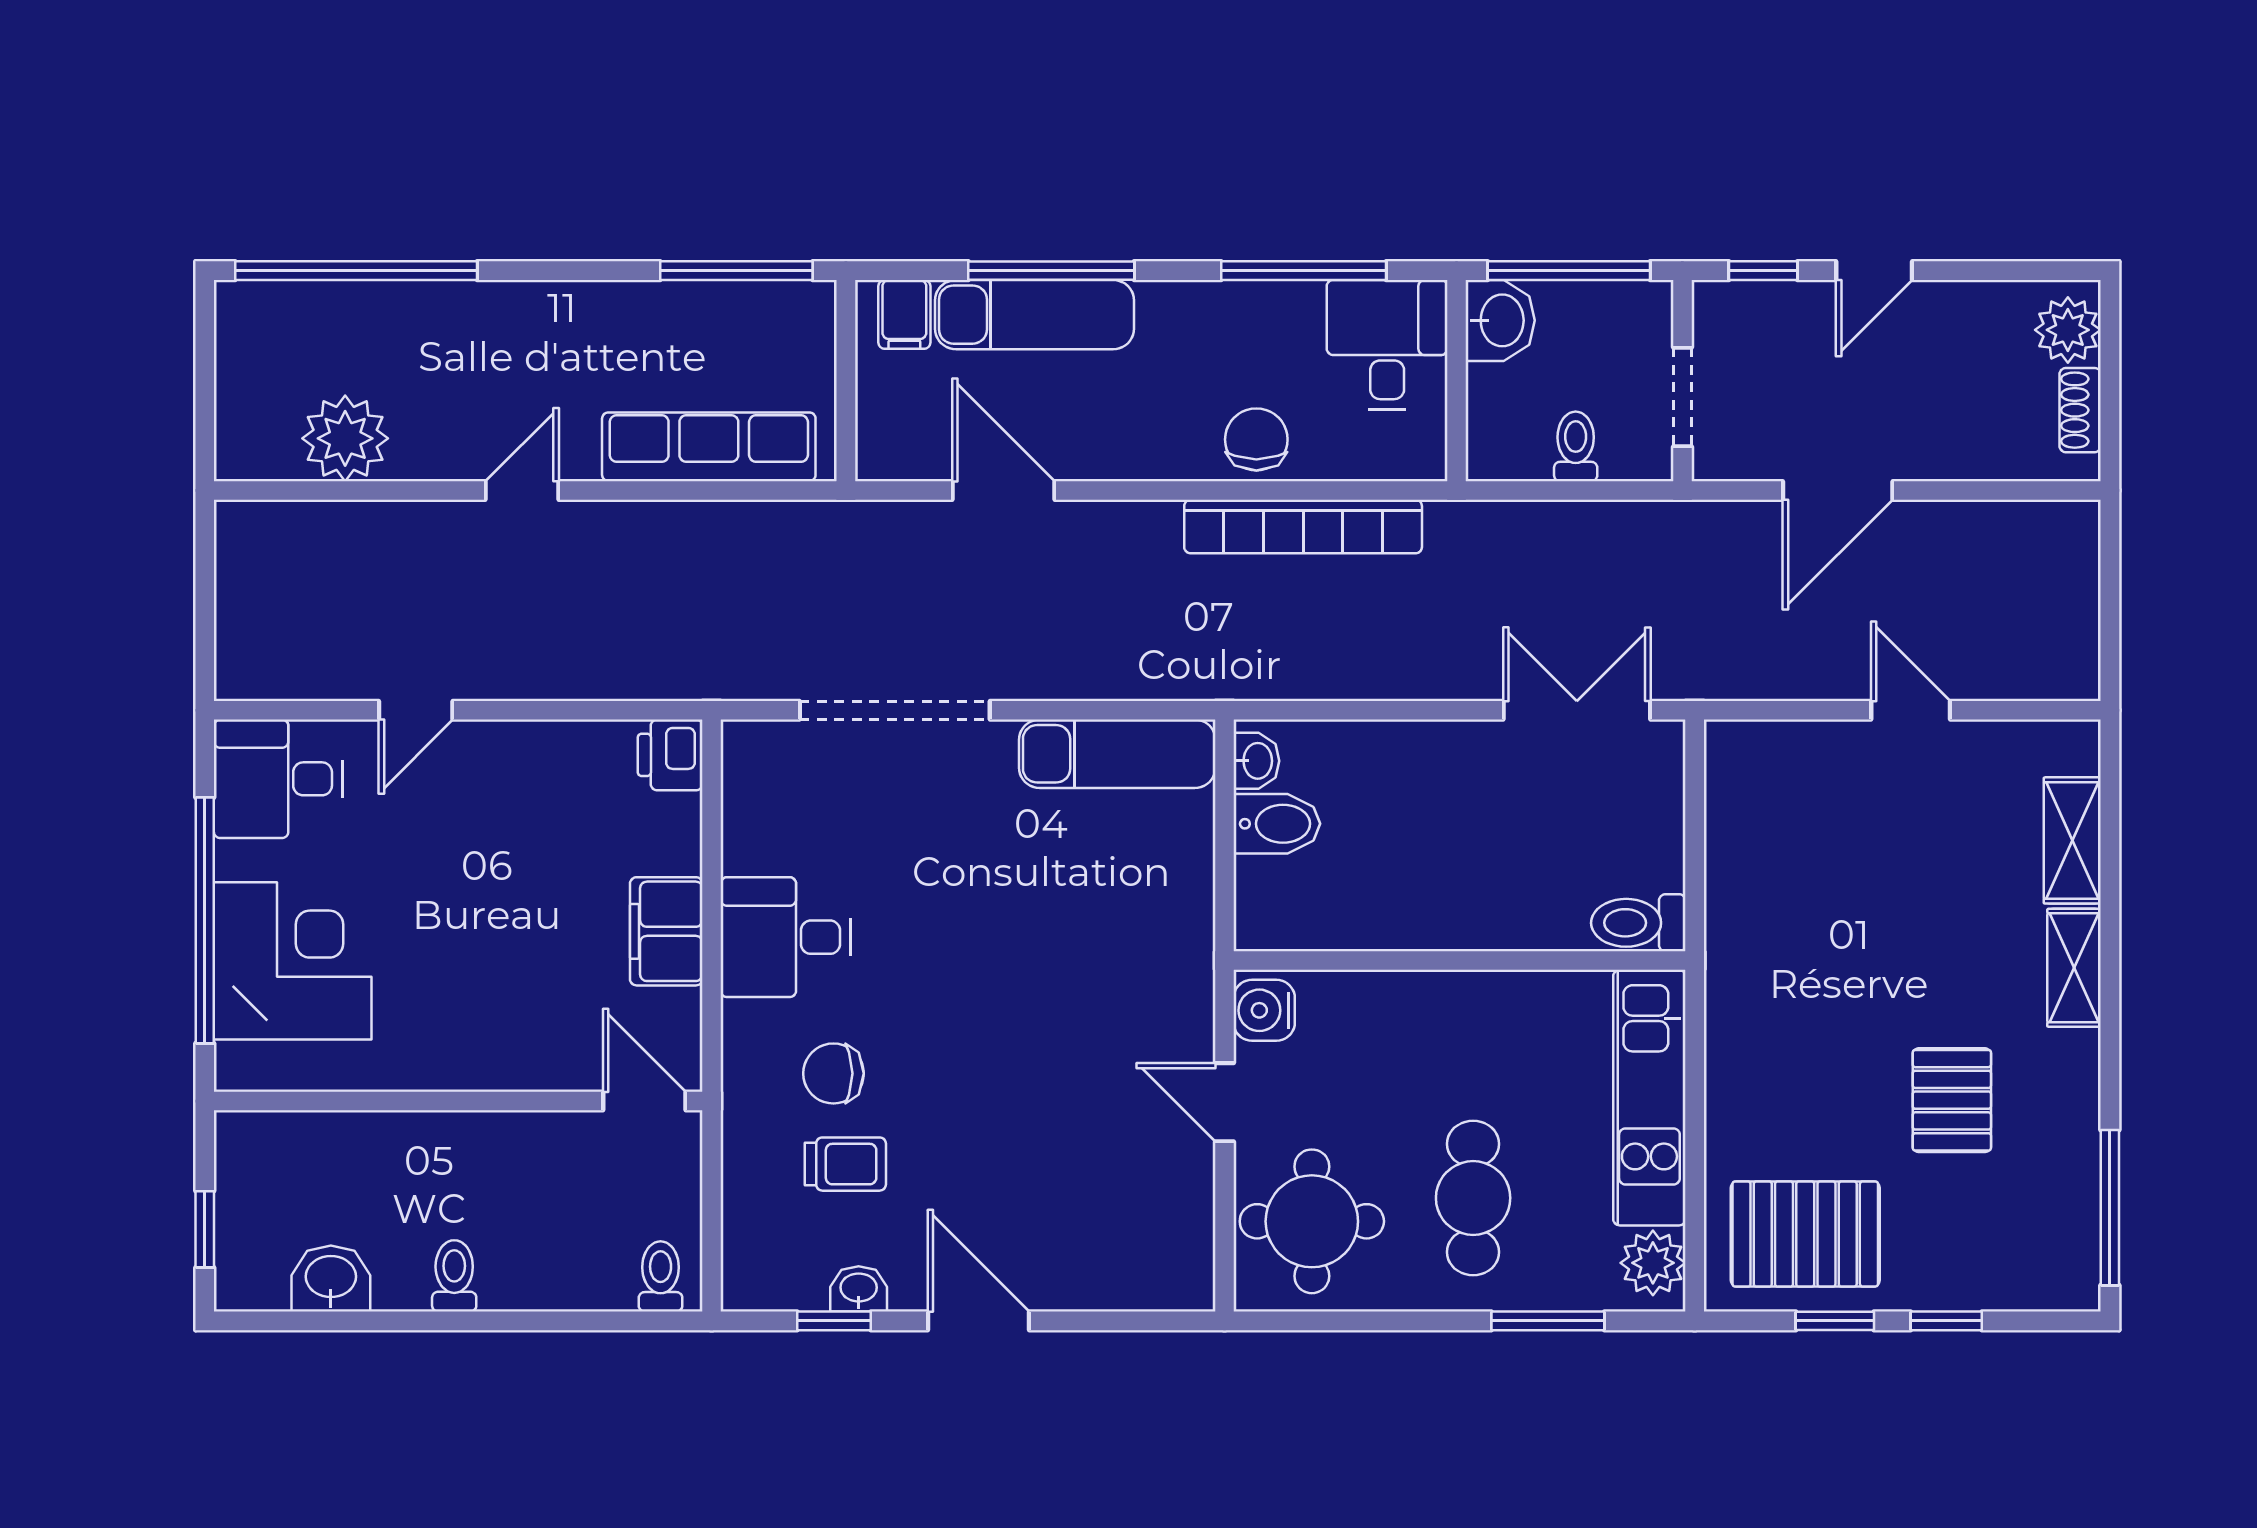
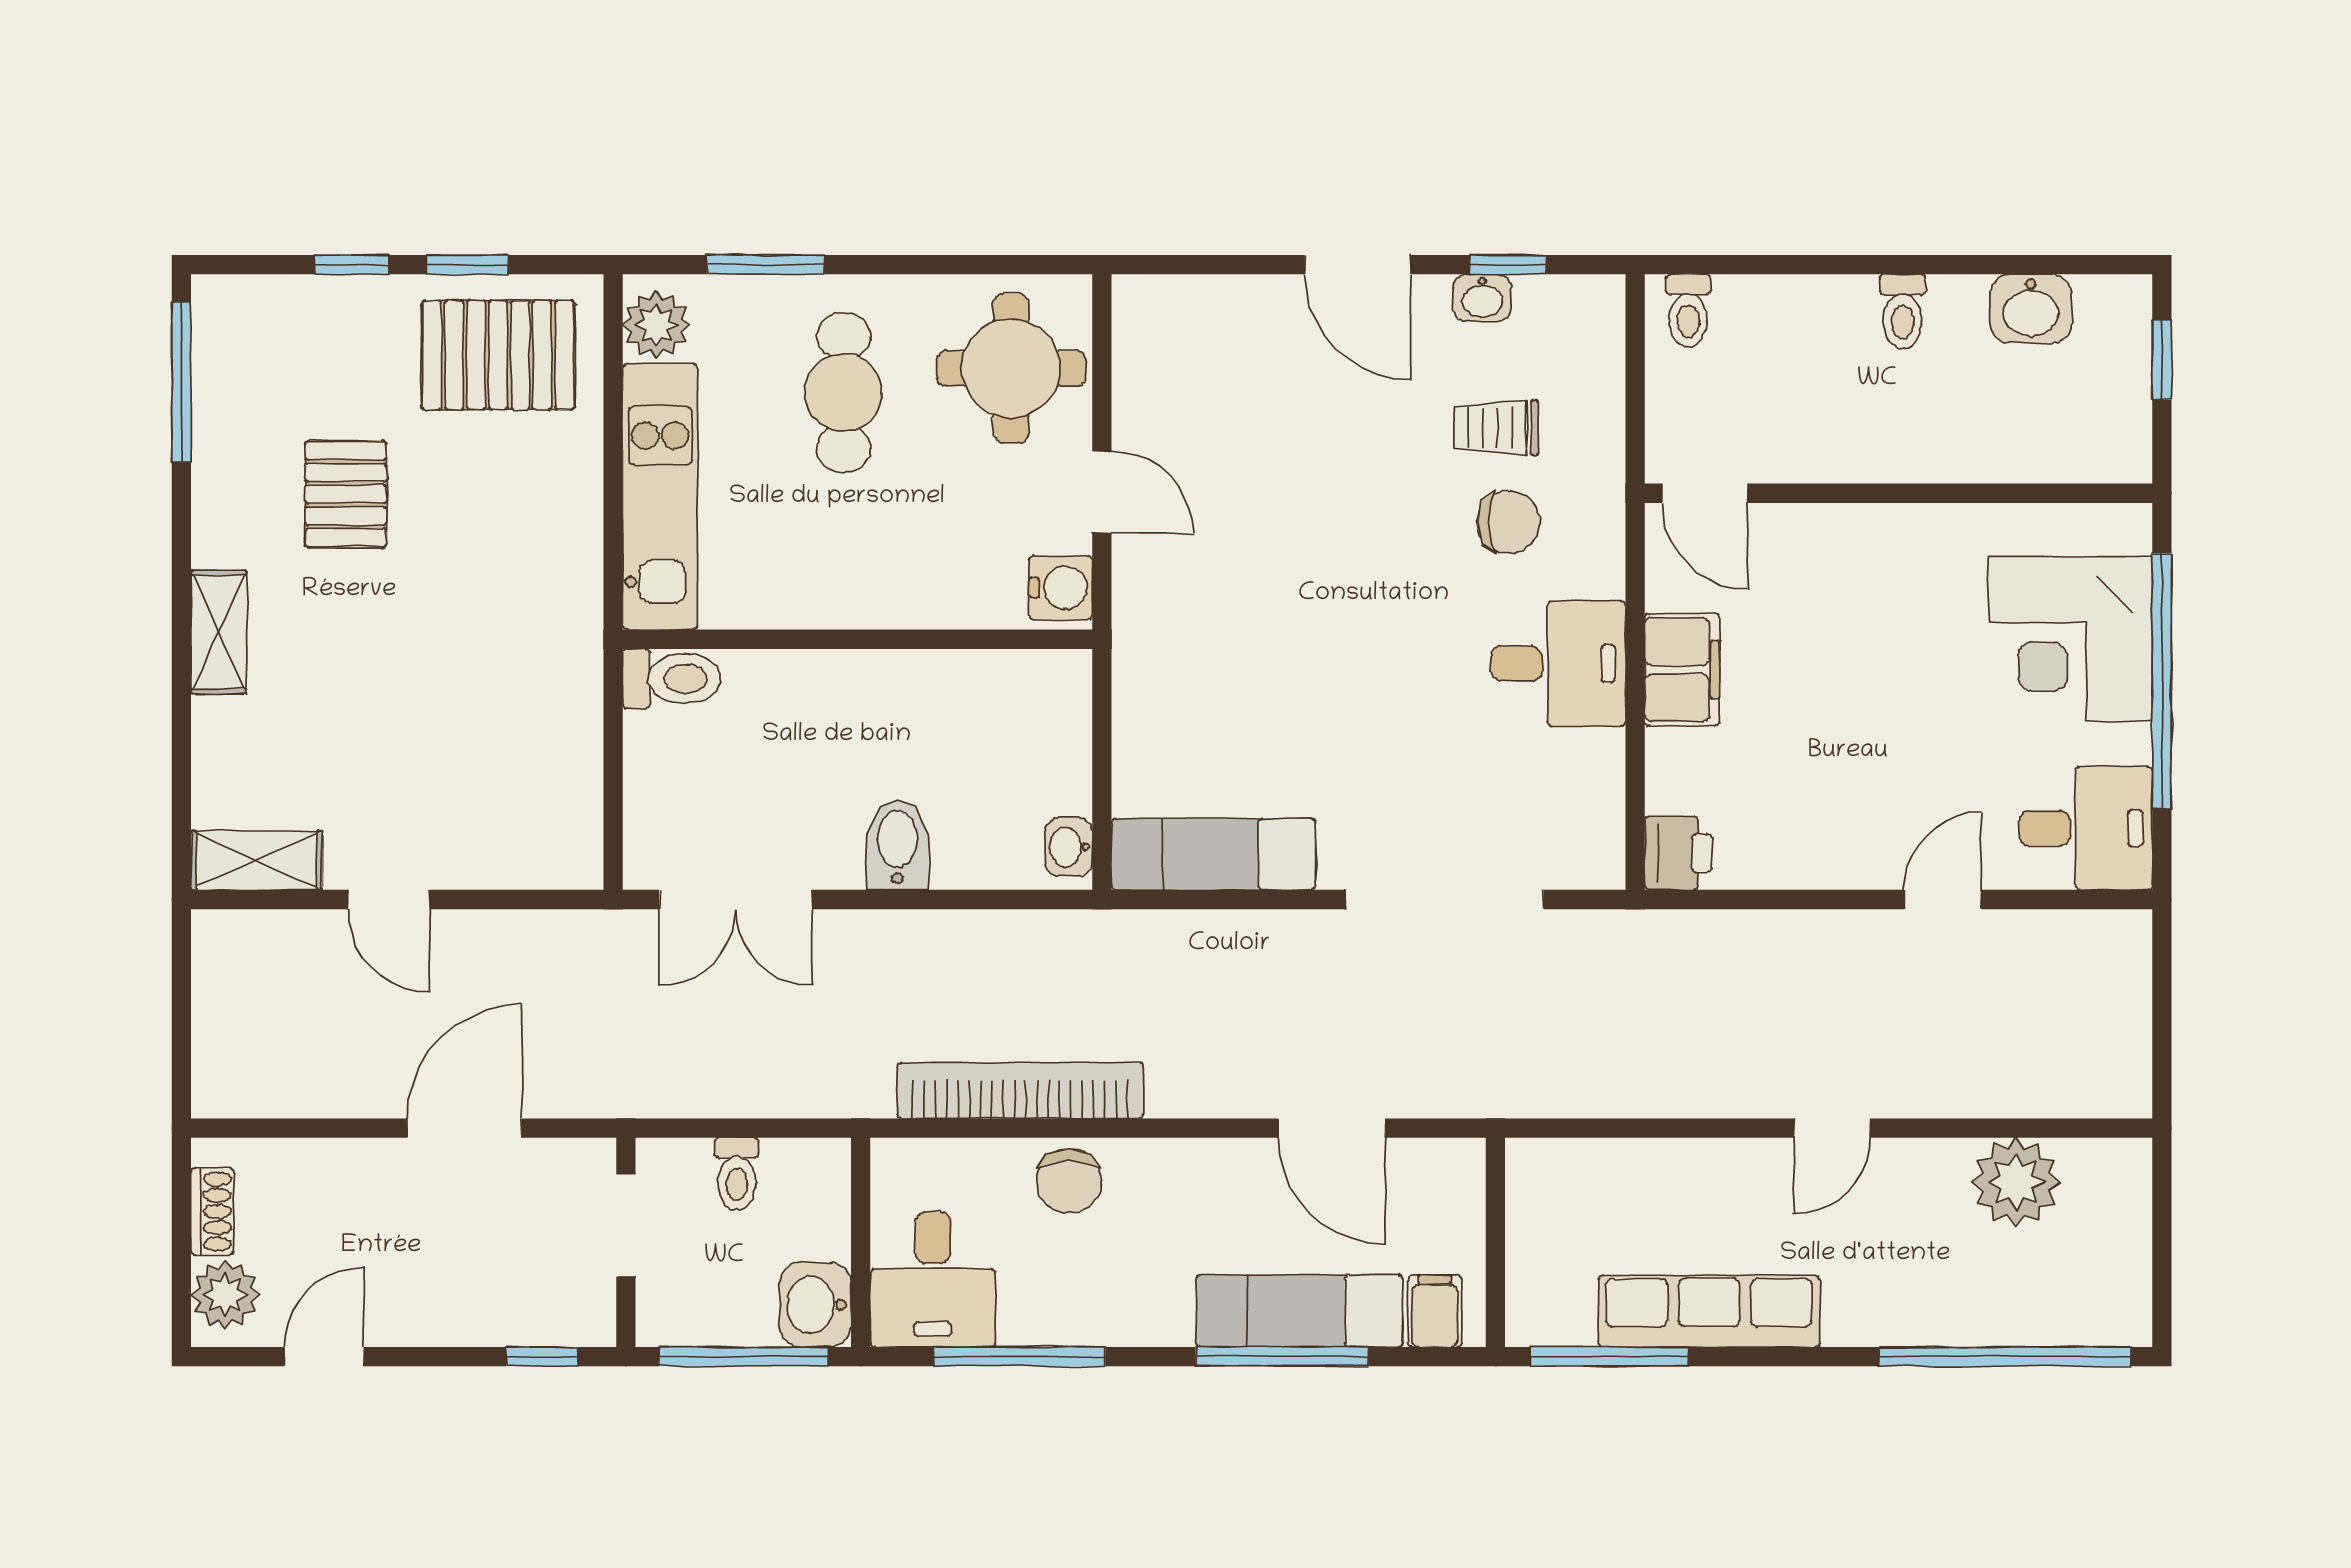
door: (1874, 271) -> (324, 1357), moved
row of seats: (709, 447) -> (1709, 1311), moved, turned 180
bidet: (1277, 824) -> (898, 845), moved, turned 90
shelving: (2072, 840) -> (257, 860), moved, turned 90

